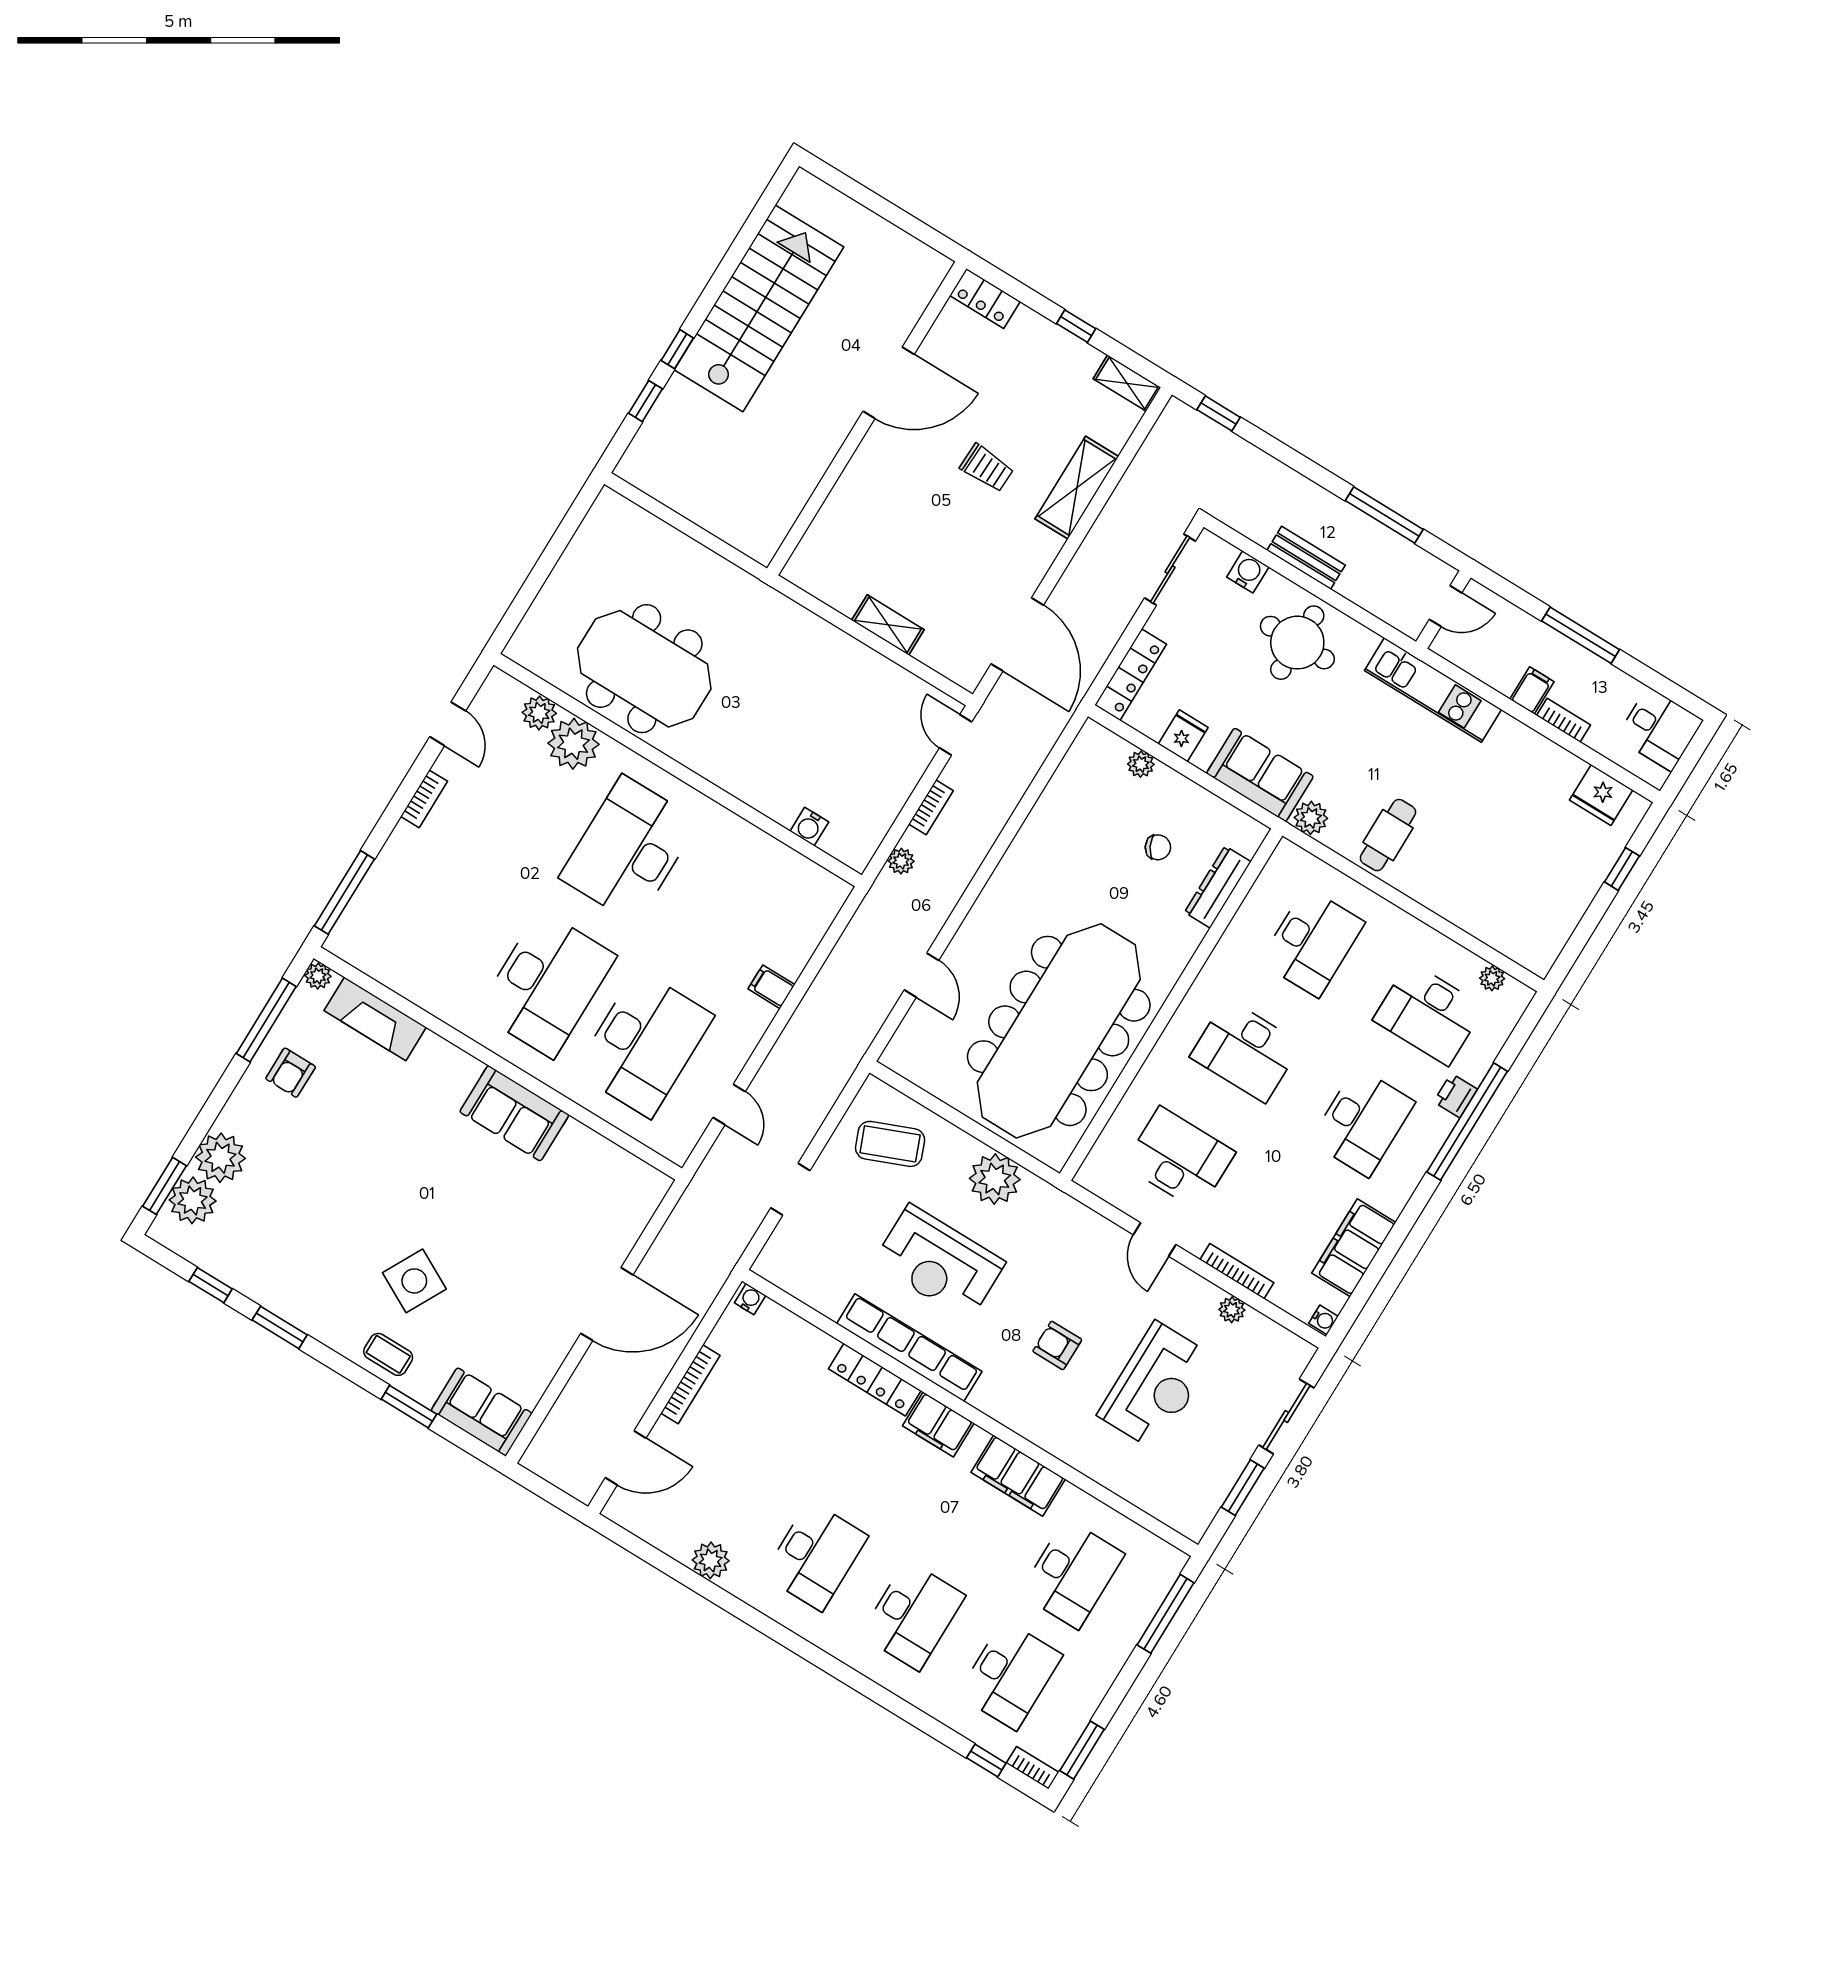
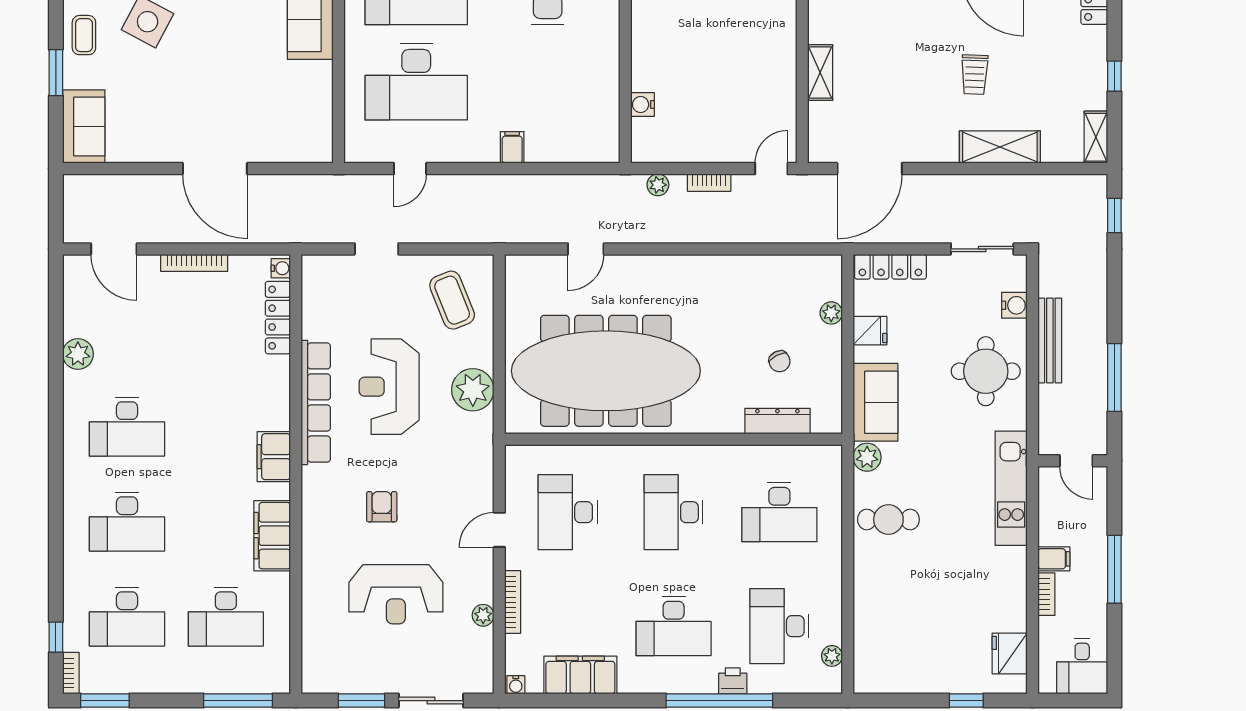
bench: (1306, 558) -> (1050, 340), width x1.36
desk: (1179, 1159) -> (568, 512), turned 180
locker: (875, 1380) -> (278, 318), moved

